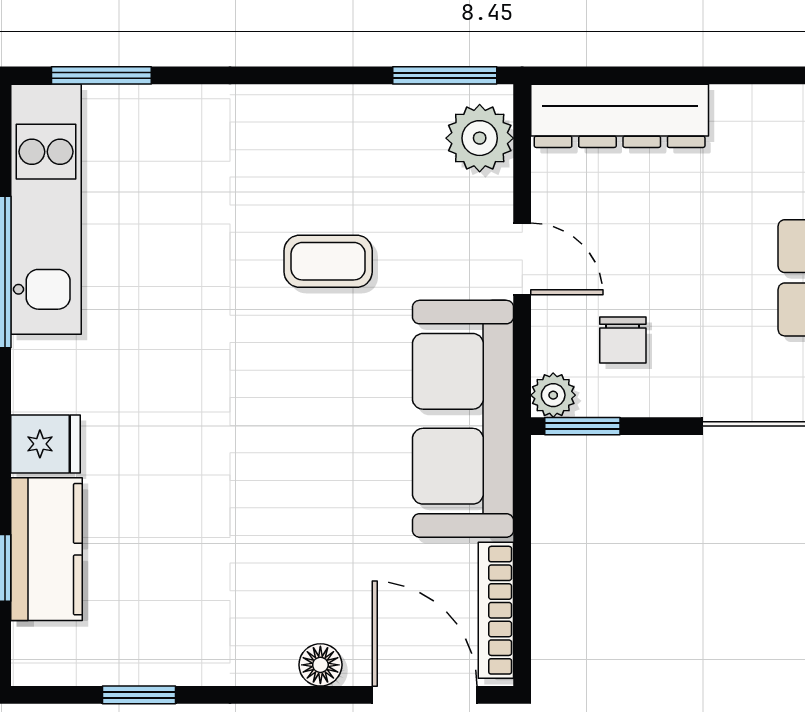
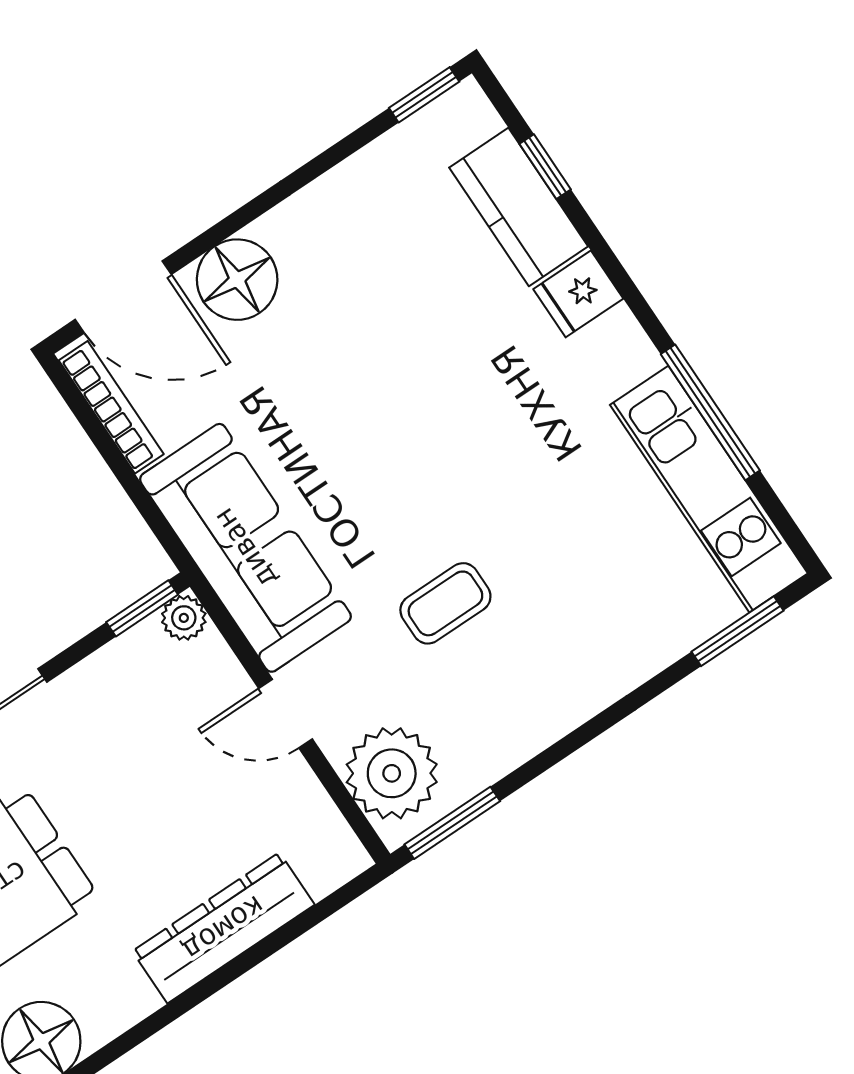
dresser: (620, 116) -> (223, 928), moved
plant: (480, 138) -> (392, 773), width x1.36, depth x1.36
chair: (623, 340) -> (157, 703), removed
floor lamp: (320, 665) -> (237, 280), width x1.89, depth x1.89
window: (139, 695) -> (424, 95), moved

